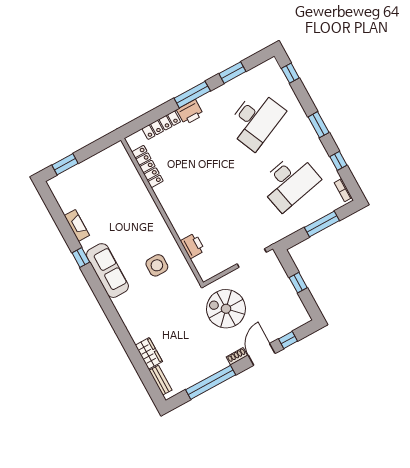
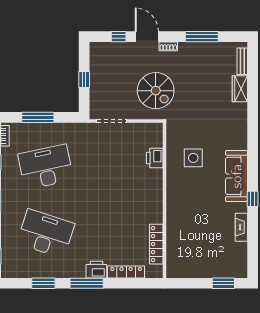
desk: (256, 120) -> (46, 234), turned 42
door: (262, 354) -> (147, 37), swing flipped
window: (211, 382) -> (202, 37), width x0.68

